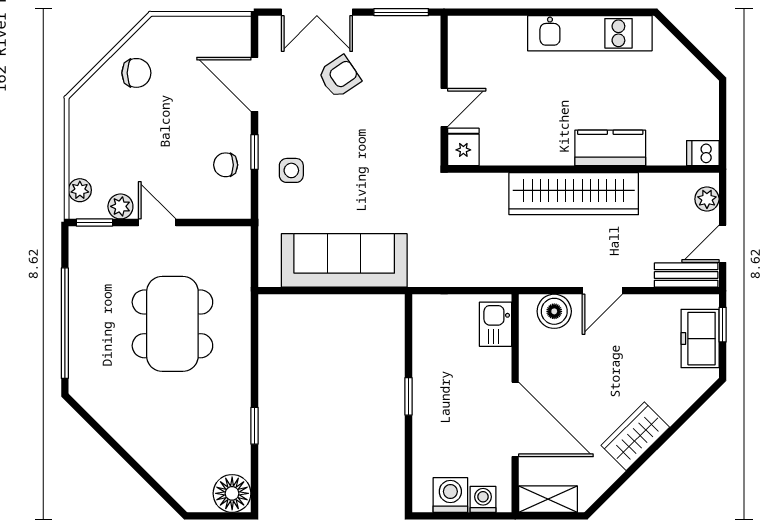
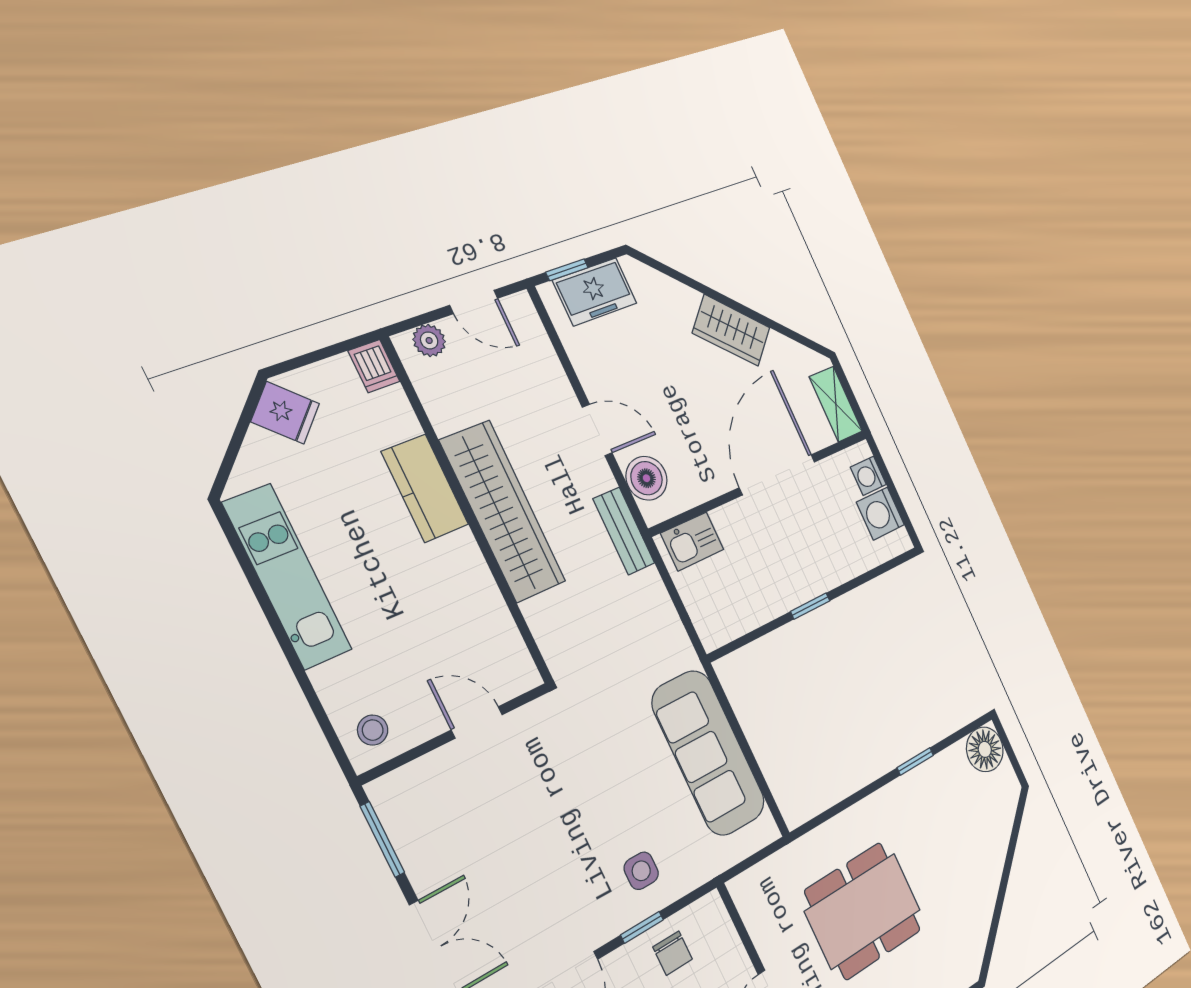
stool: (471, 39) -> (373, 730), added
armchair: (339, 77) -> (503, 874), removed
fridge: (463, 147) -> (285, 413), moved, turned -135
bench: (686, 275) -> (624, 531), moved

